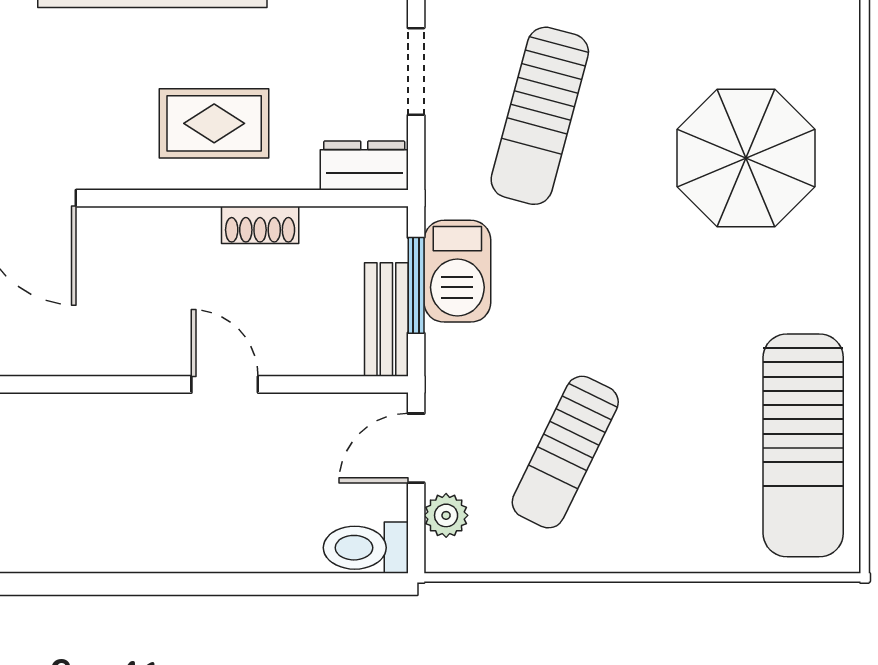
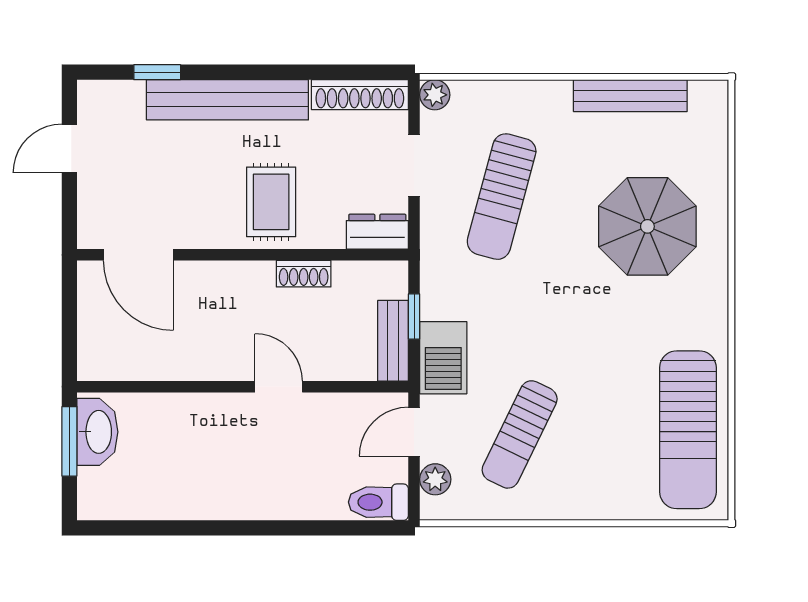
rug: (214, 123) -> (271, 202), turned 90
barbecue: (457, 271) -> (443, 358), moved
window: (416, 285) -> (414, 316), width x0.67

